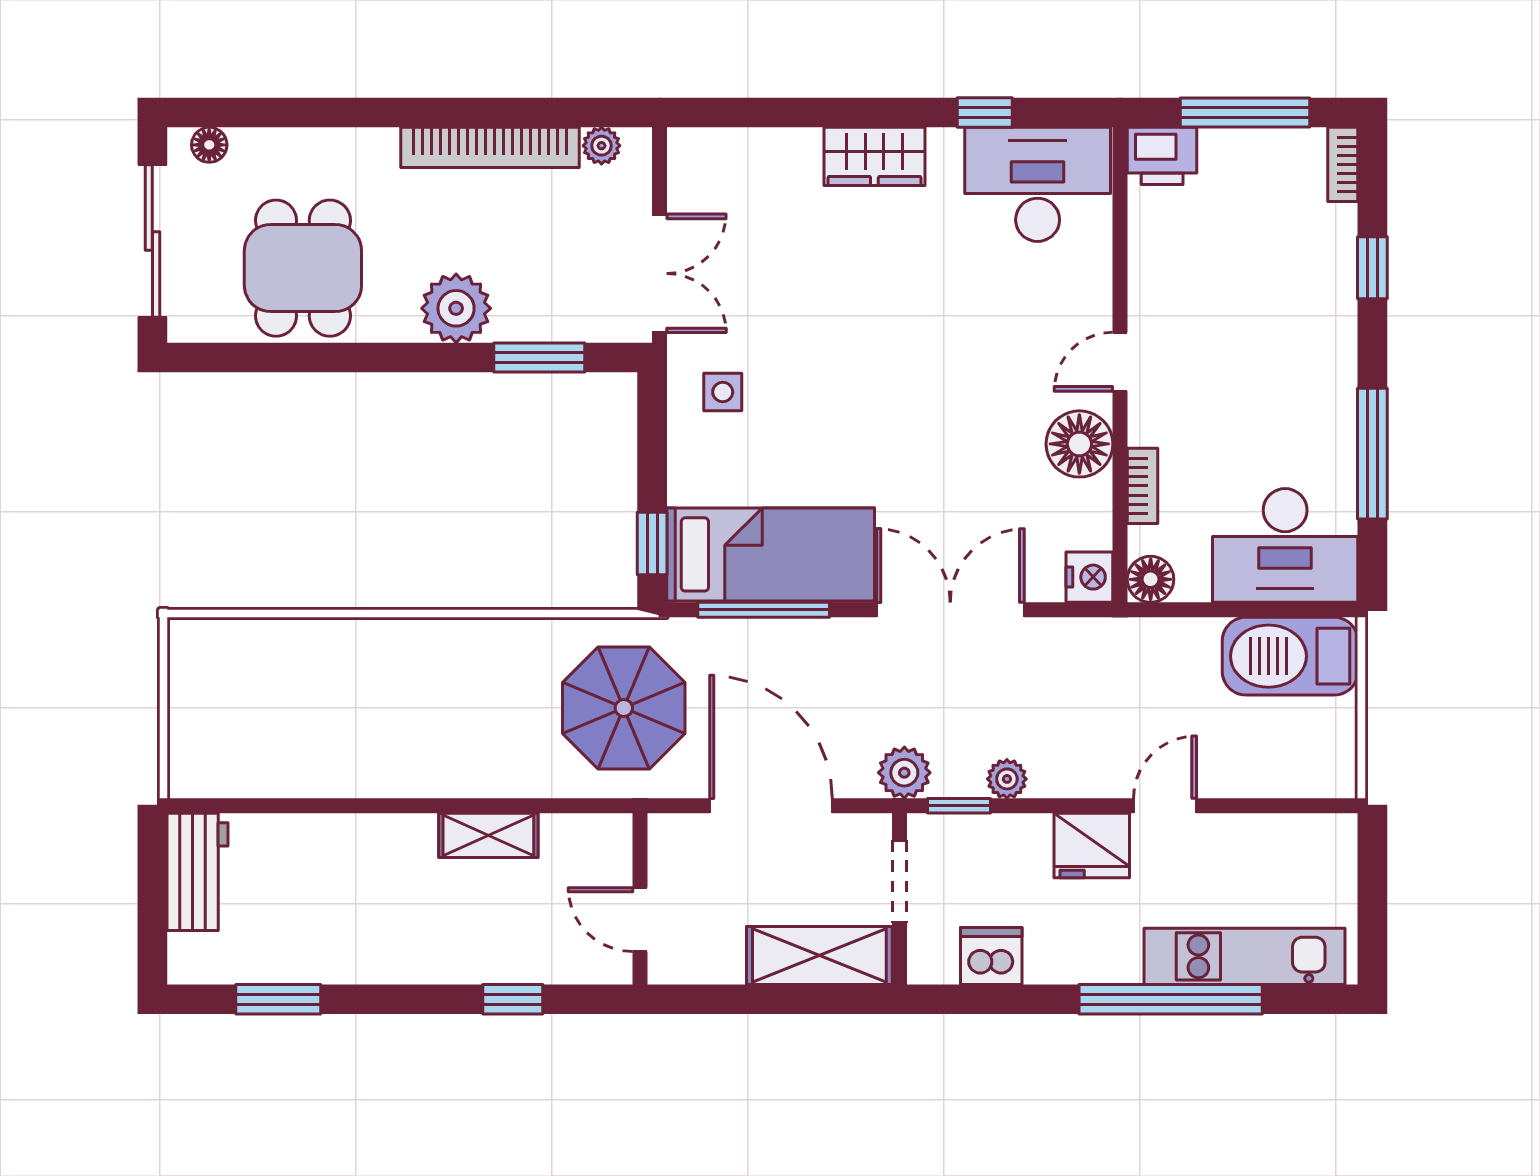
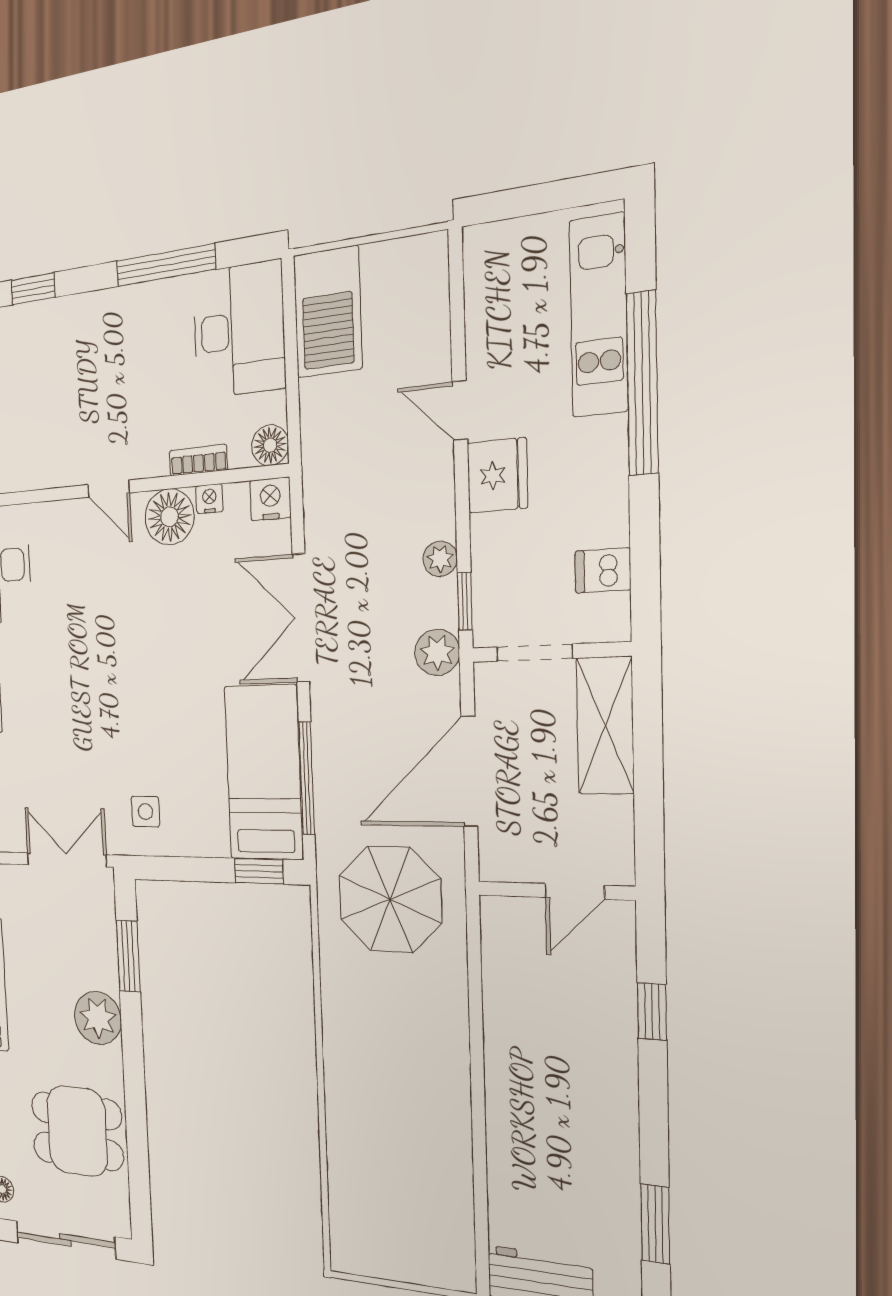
nightstand: (1096, 498) -> (209, 499), added
shelving: (488, 835) -> (502, 1023), removed
dishwasher: (991, 956) -> (603, 570), width x0.73

